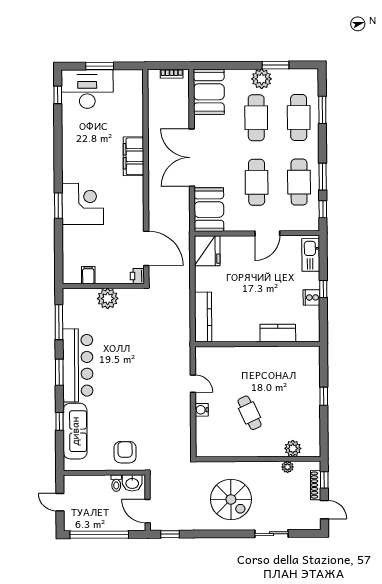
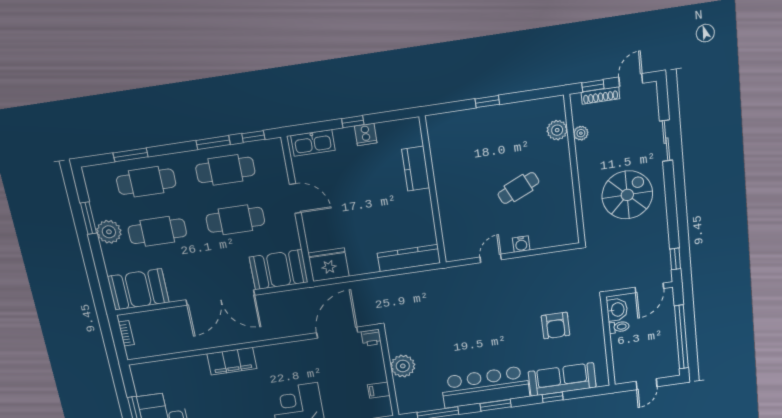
armchair: (125, 452) -> (555, 326), moved, turned -90

